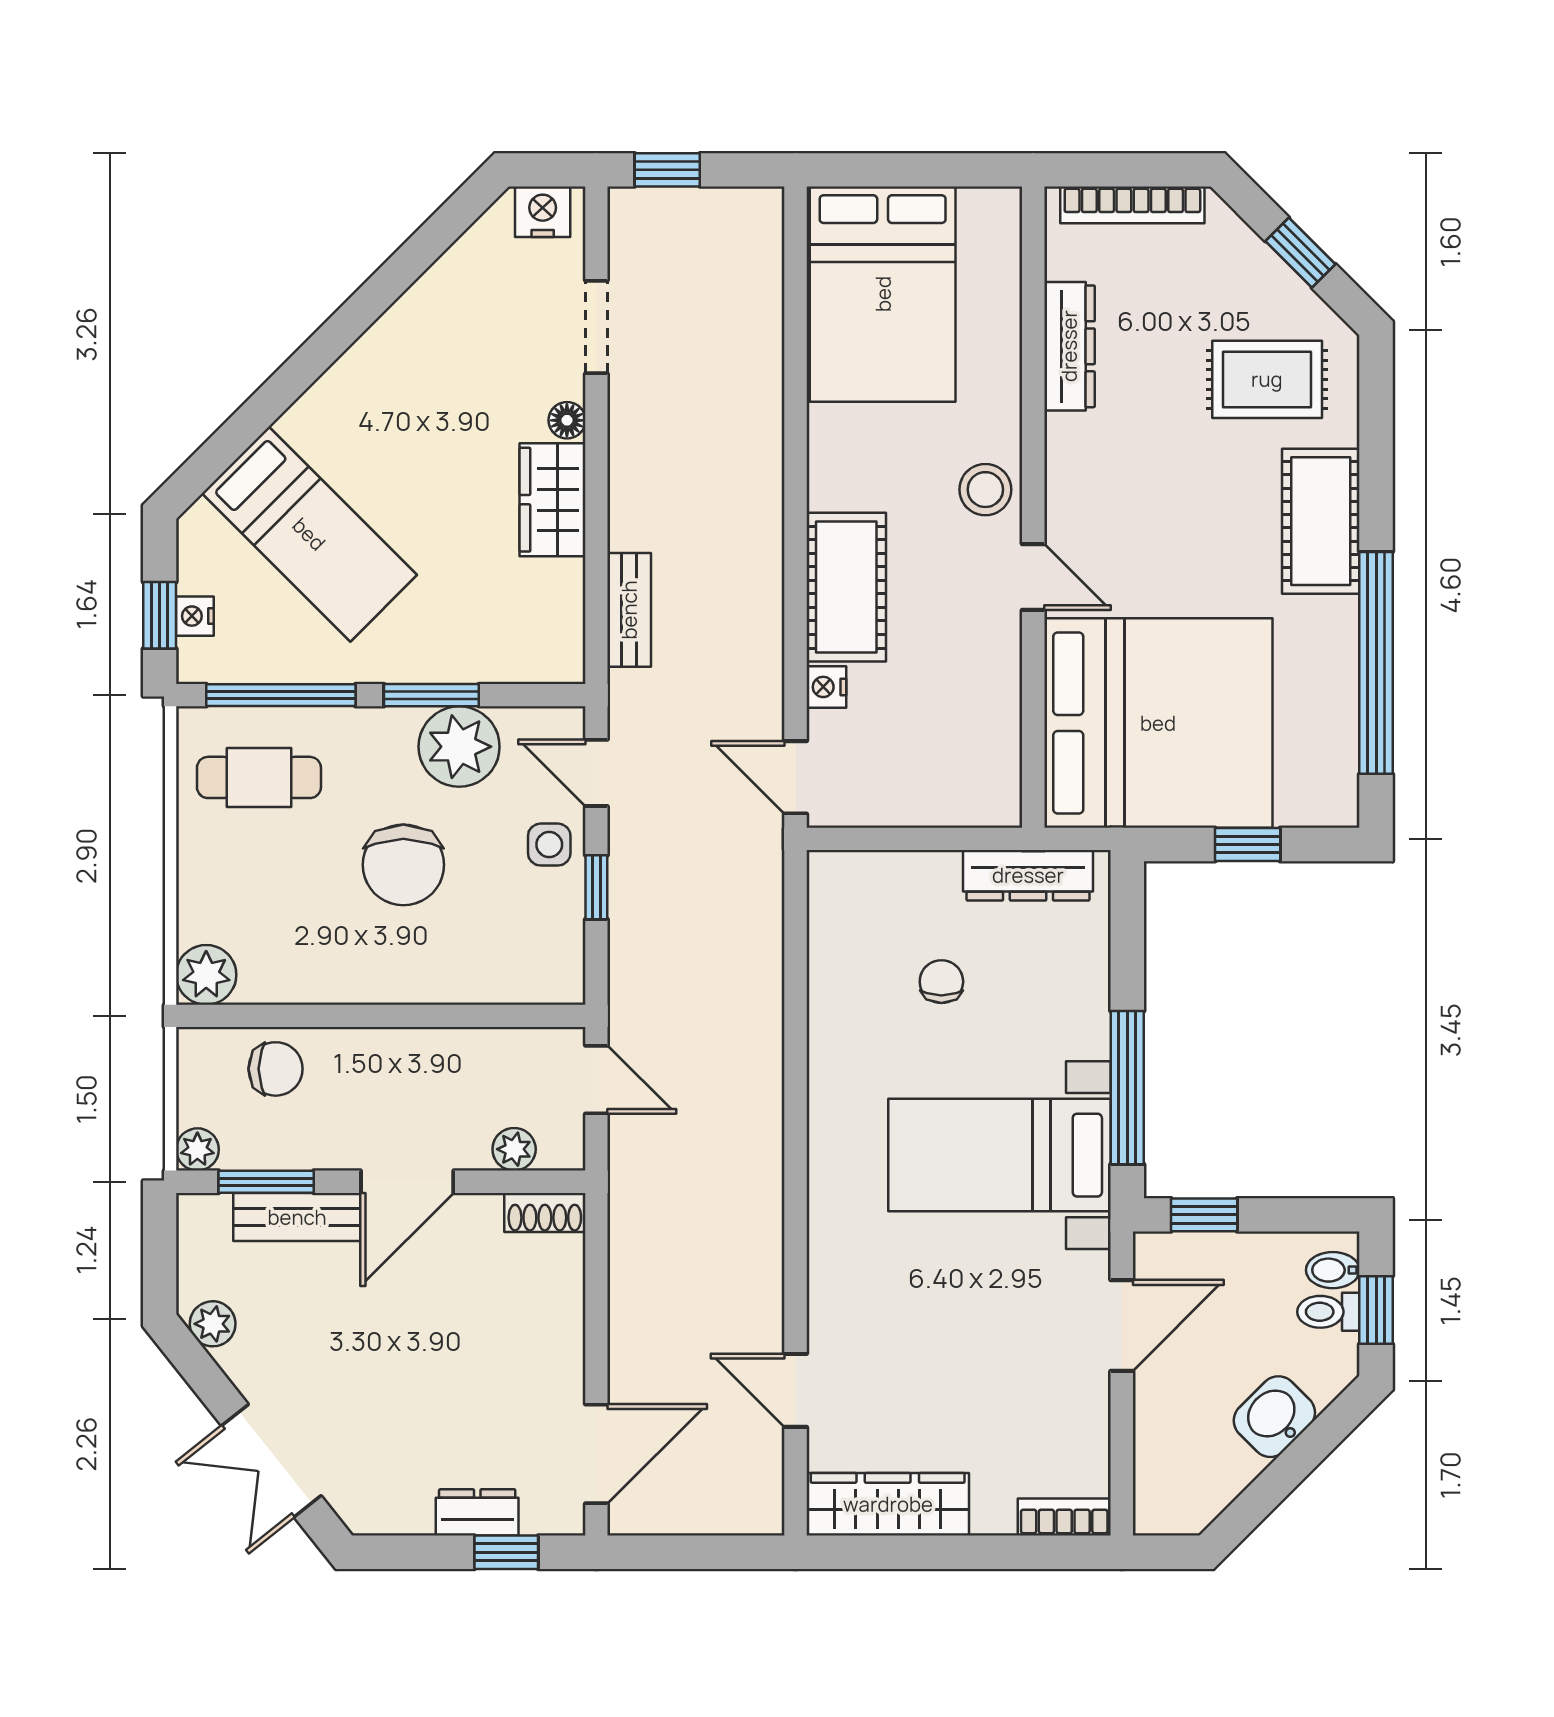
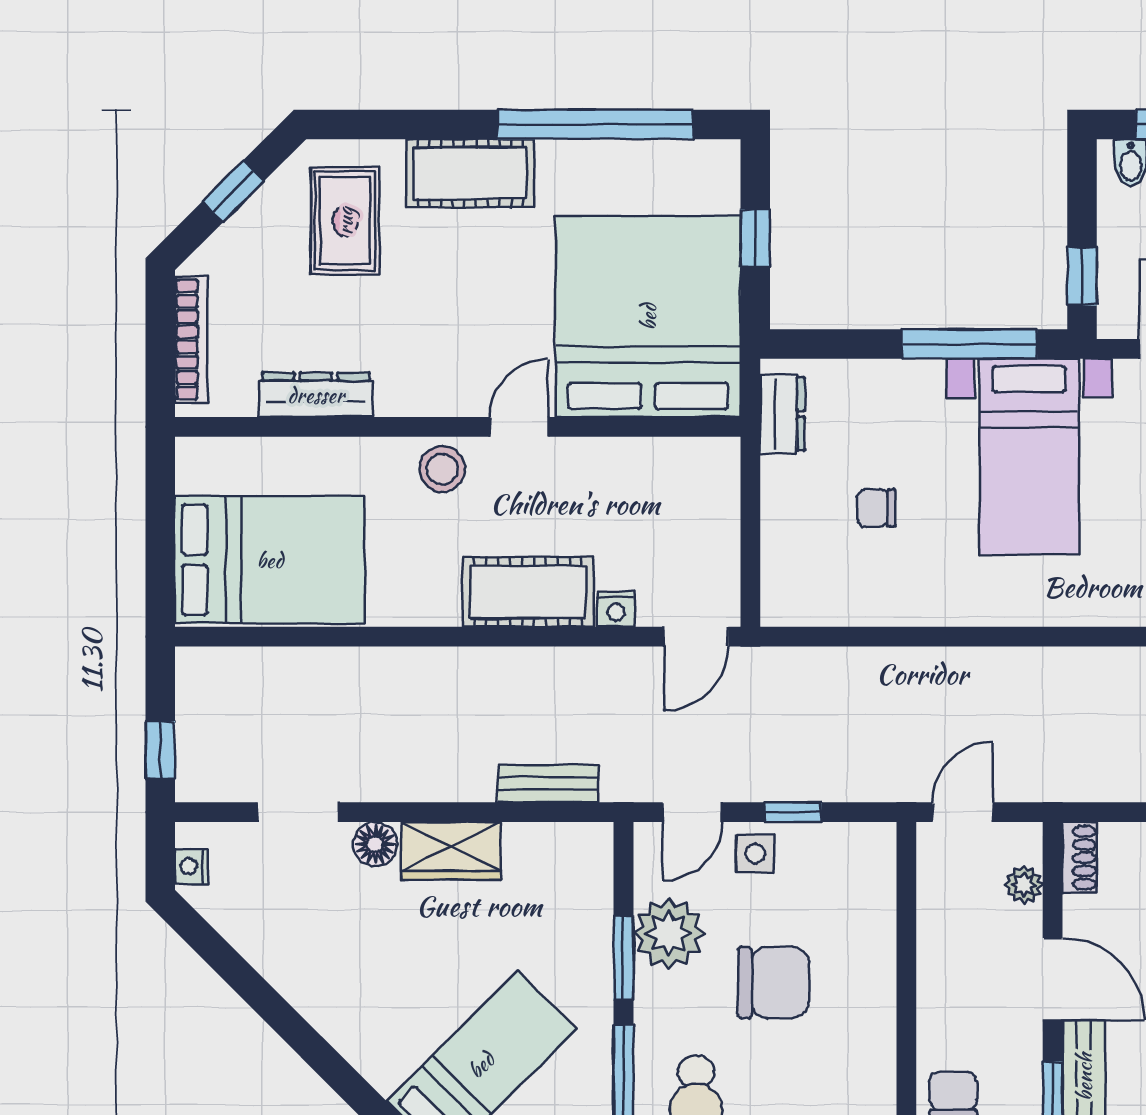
nightstand: (543, 212) -> (191, 866), width x0.72, depth x0.74
floor lamp: (567, 420) -> (375, 844), width x1.37, depth x1.37
dresser: (1028, 875) -> (782, 414), width x0.70

